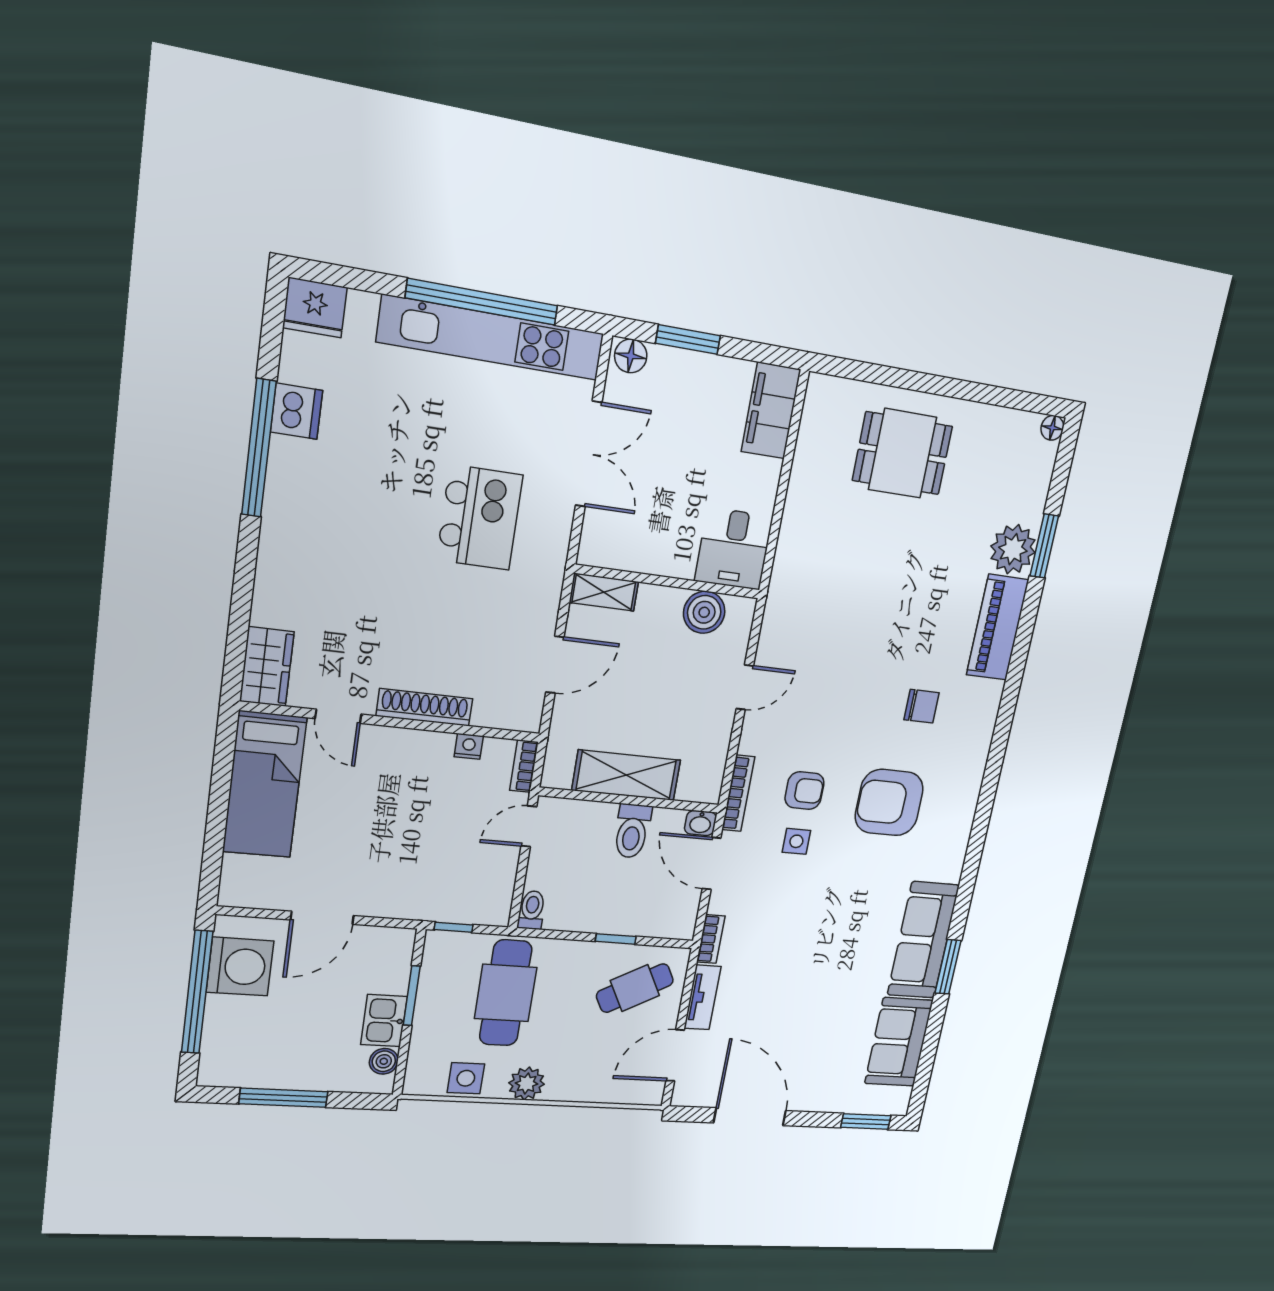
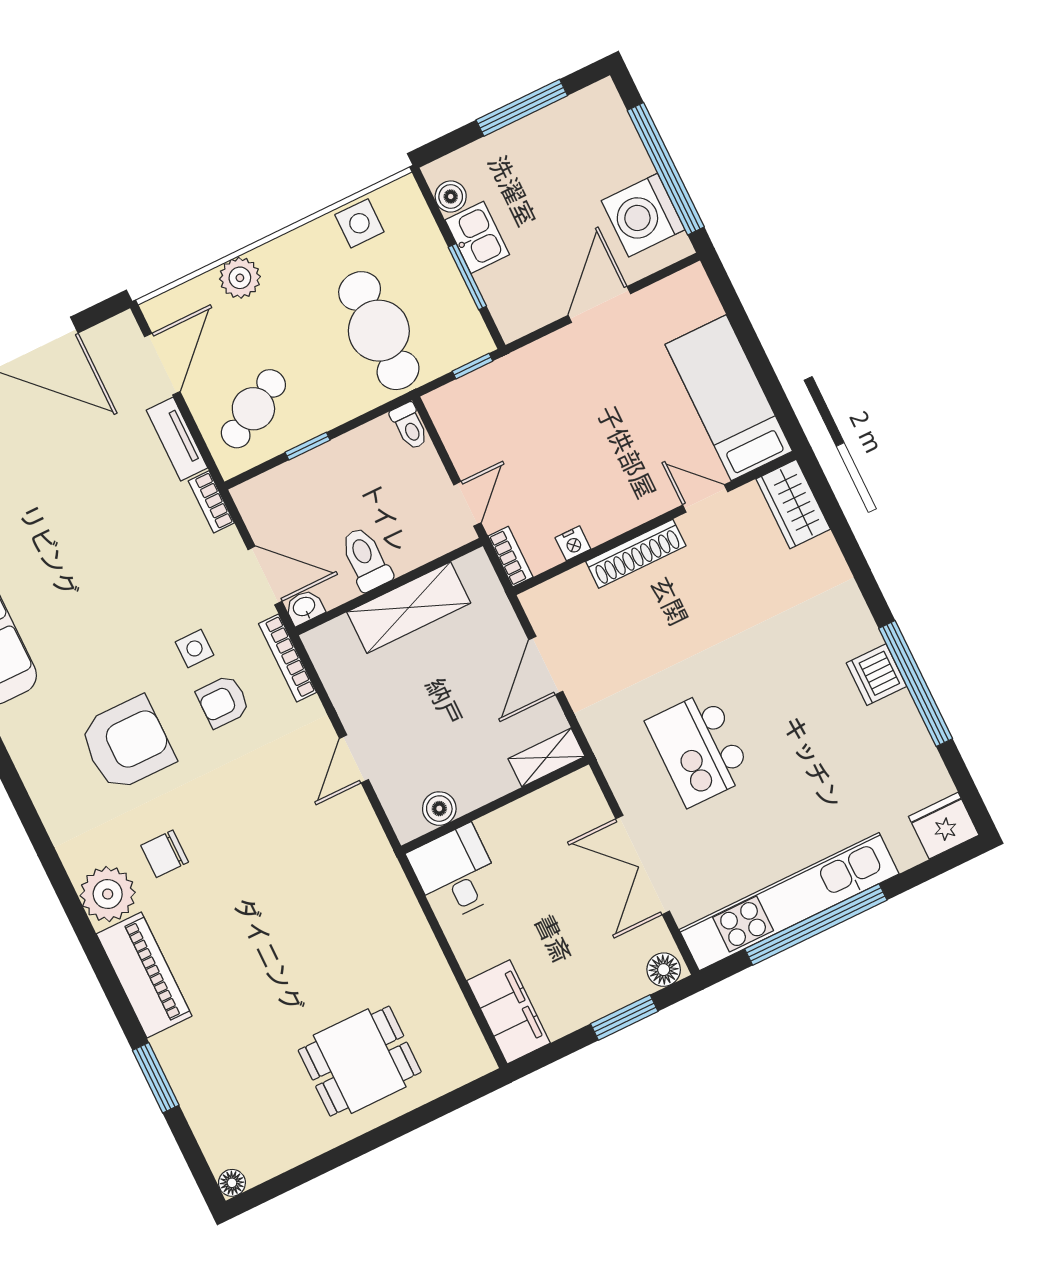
dishwasher: (297, 411) -> (876, 675), moved
plant: (1013, 549) -> (108, 894), moved
boiler: (704, 612) -> (439, 809), width x0.73, depth x0.73
plant: (527, 1084) -> (240, 278), moved

